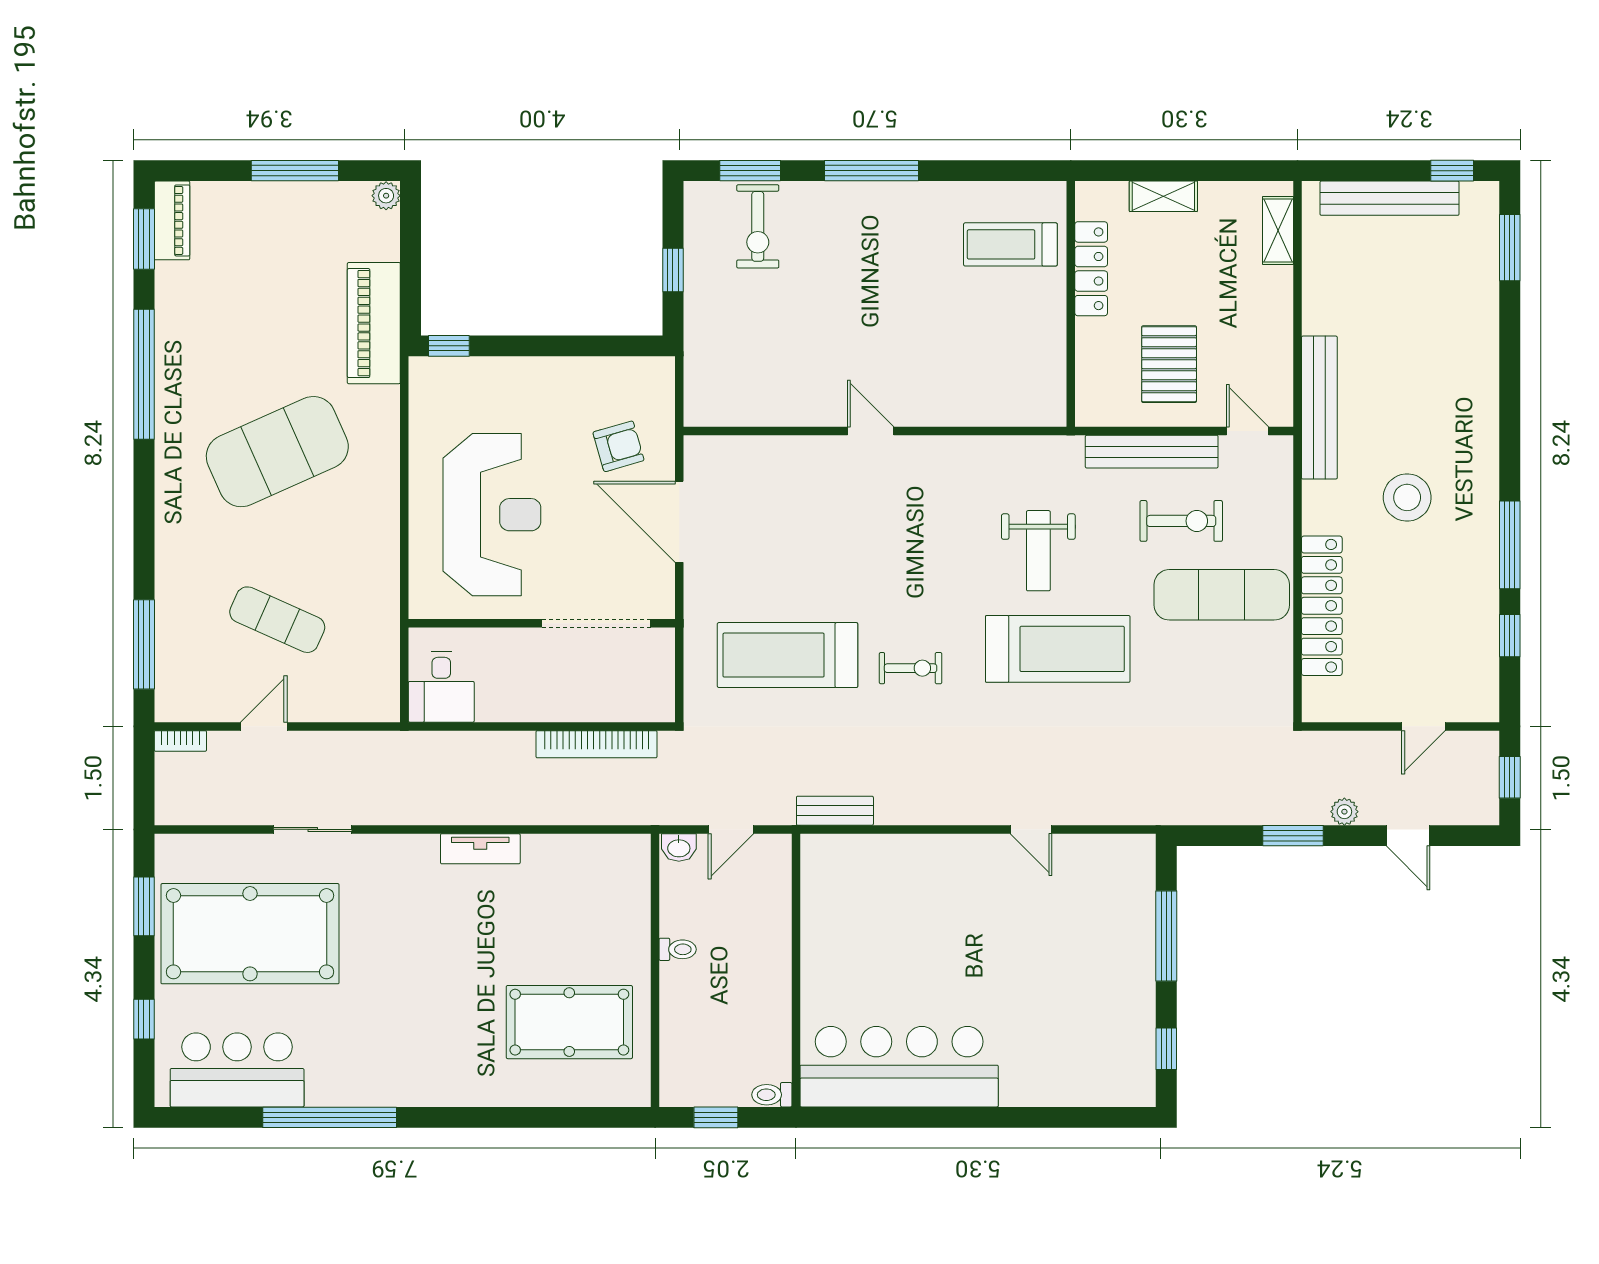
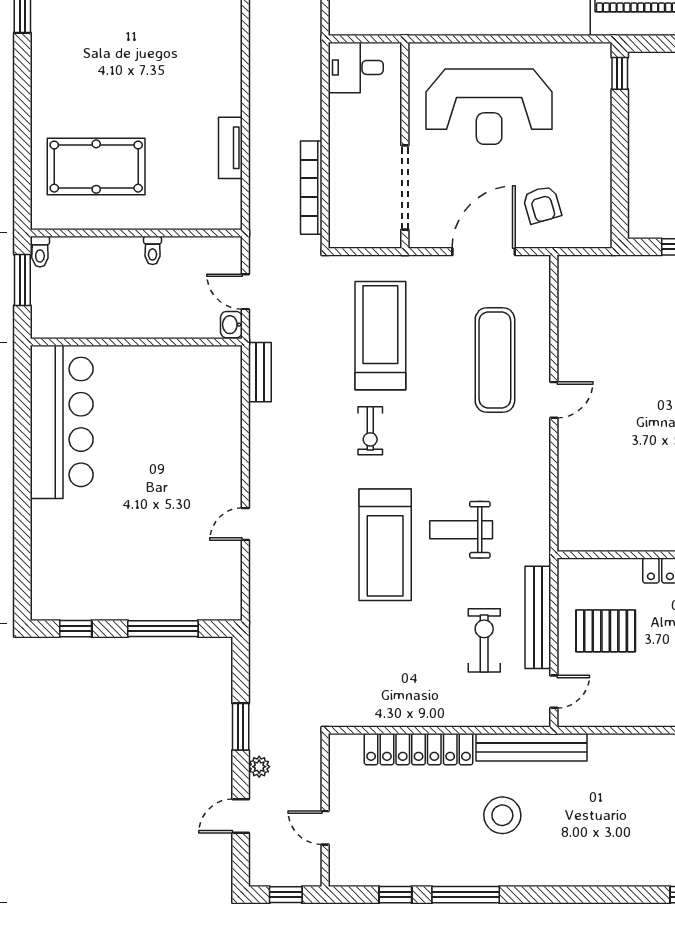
bench: (1319, 408) -> (531, 747), moved
exercise bike: (1181, 521) -> (484, 640), turned 180
exercise mat: (1222, 595) -> (495, 360), moved
washbasin: (679, 848) -> (231, 325), moved
tv unit: (480, 849) -> (230, 148), moved
pool table: (569, 1022) -> (96, 167), turned 90
toilet: (772, 1095) -> (40, 252), moved, turned 180
window: (716, 1117) -> (22, 280), width x1.50

